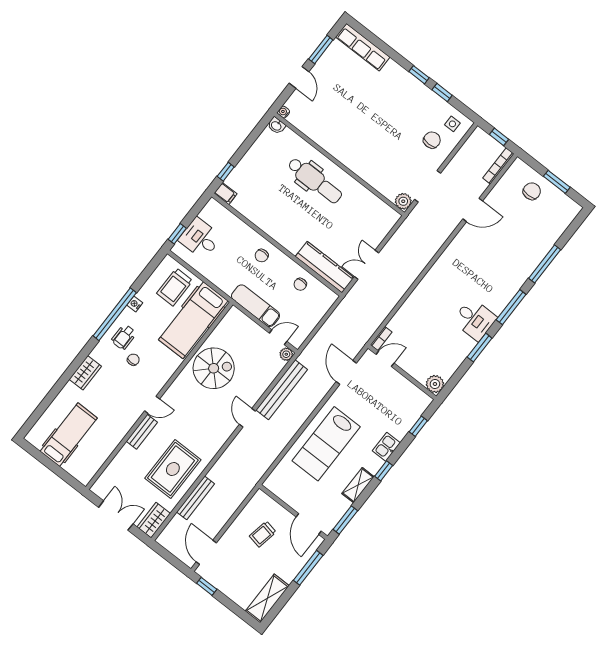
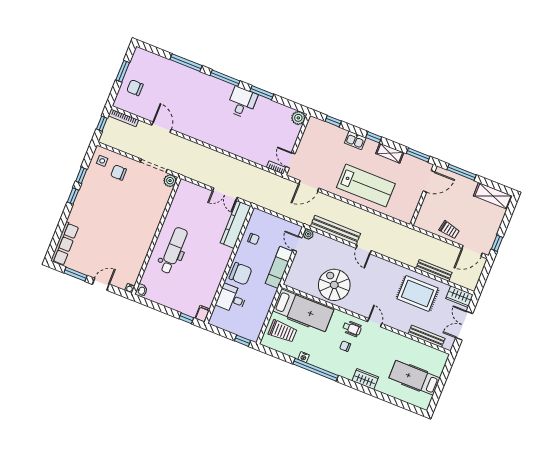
desk: (200, 238) -> (231, 299), moved, turned 90
chair: (262, 256) -> (241, 274), width x1.87, depth x1.87
wheelchair: (124, 337) -> (352, 329), moved
door: (247, 418) -> (364, 249), hinge flipped
bench: (142, 432) -> (427, 336), moved, width x1.36
trolley: (263, 534) -> (449, 230), moved

